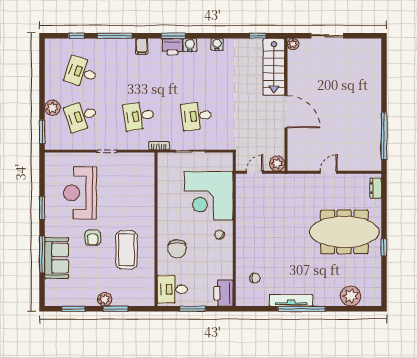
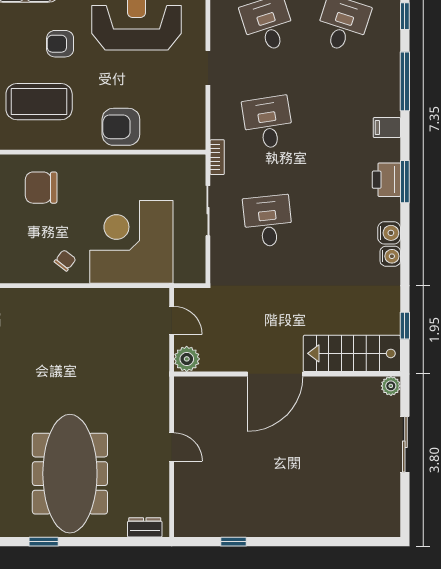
water cooler: (190, 45) -> (389, 233), moved
window: (384, 136) -> (233, 542), width x0.32
armchair: (141, 202) -> (121, 127), added

